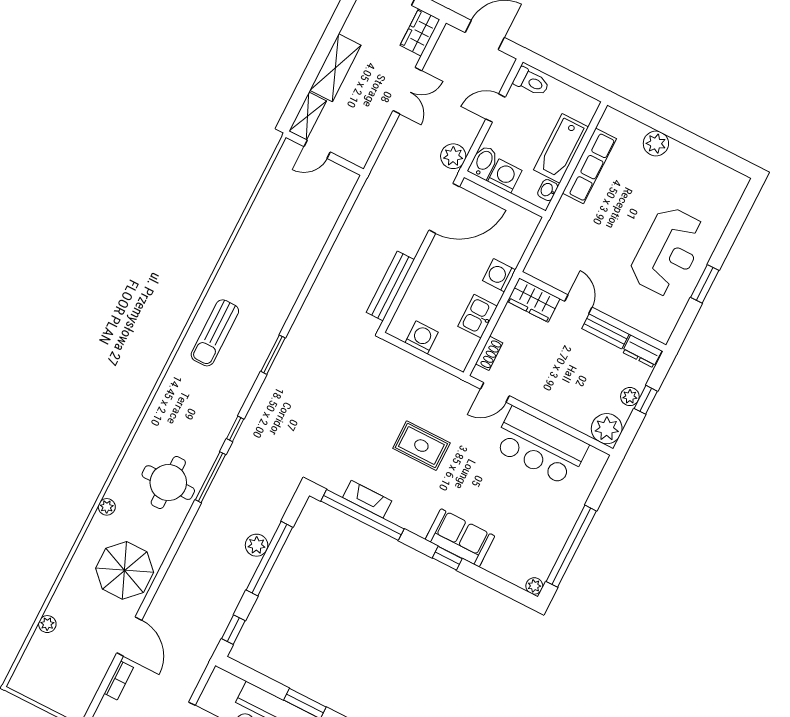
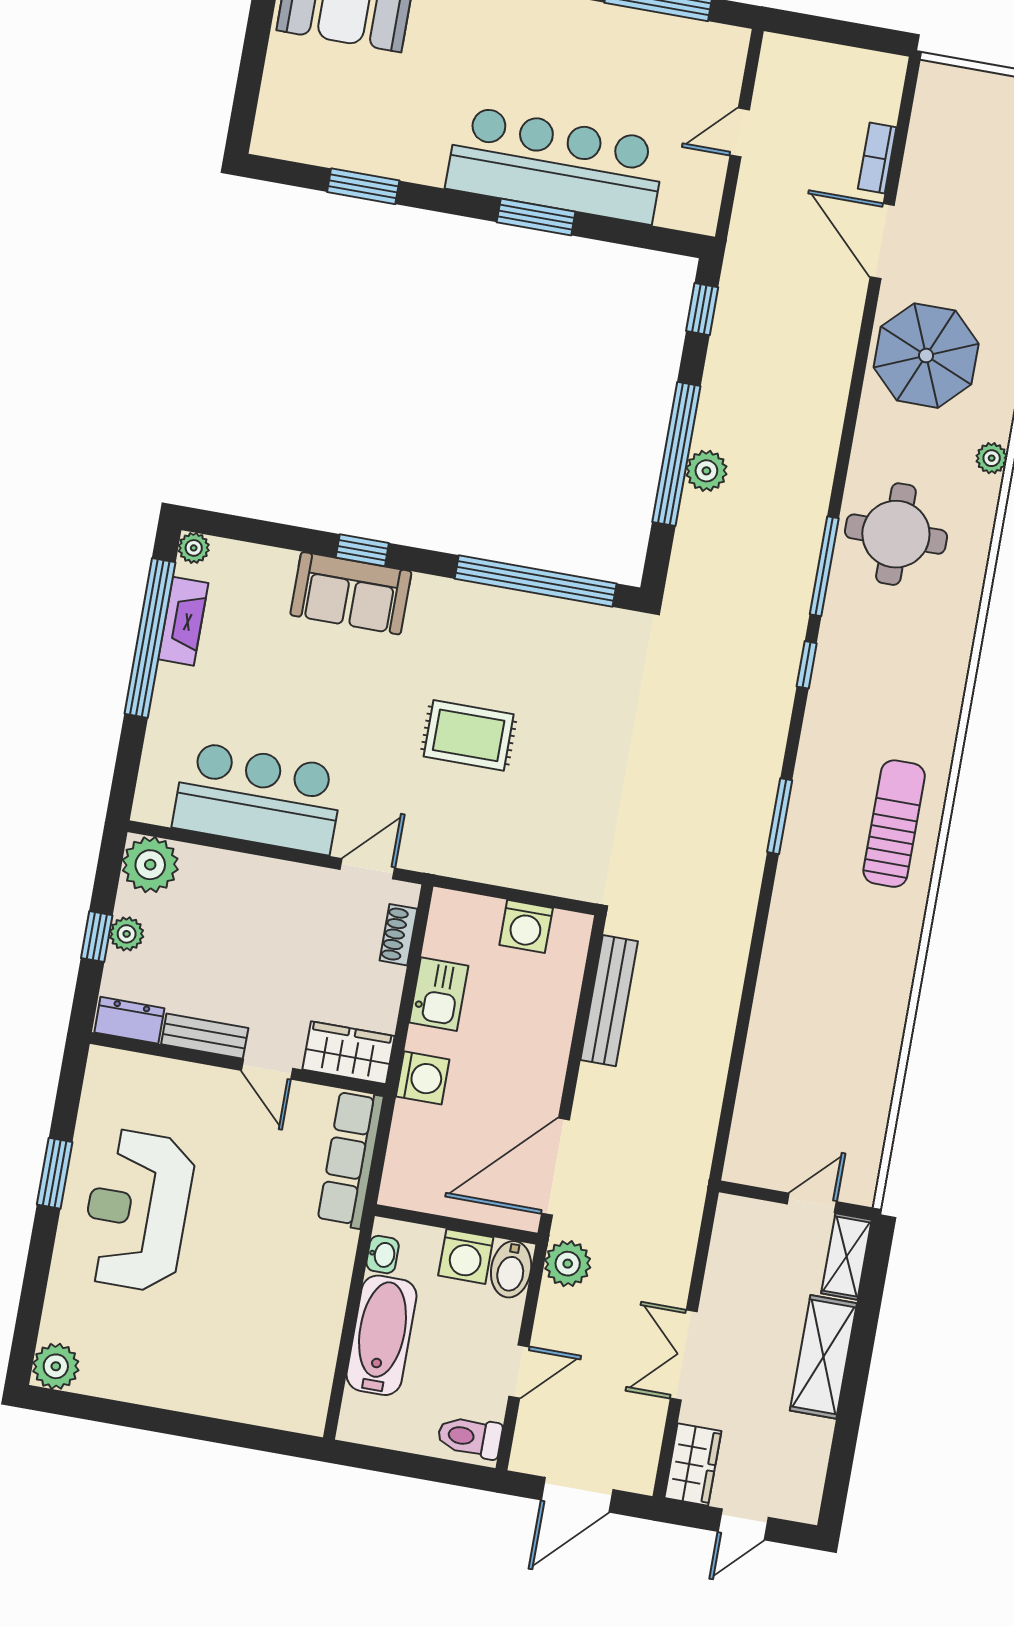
plant: (656, 143) -> (56, 1366), moved
row of seats: (589, 166) -> (351, 1159), moved
fireplace: (367, 499) -> (183, 621), moved, turned -90

